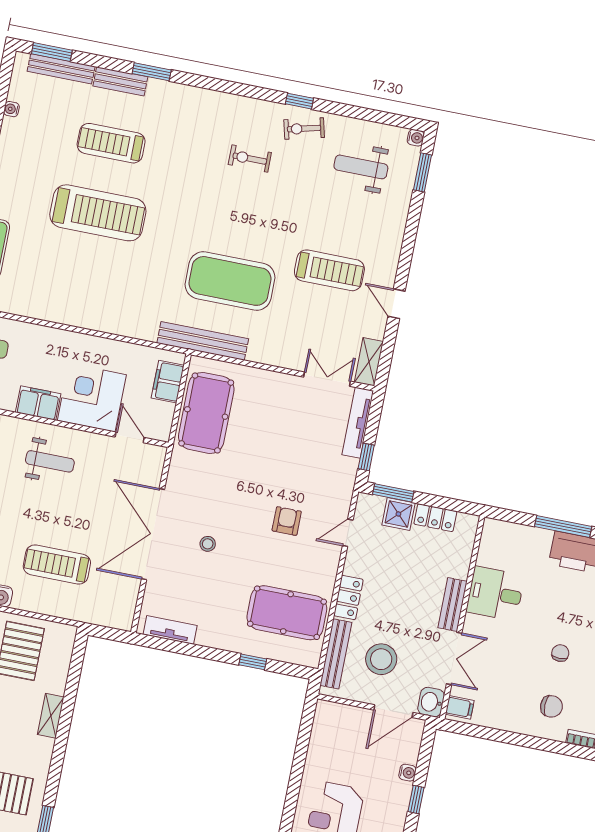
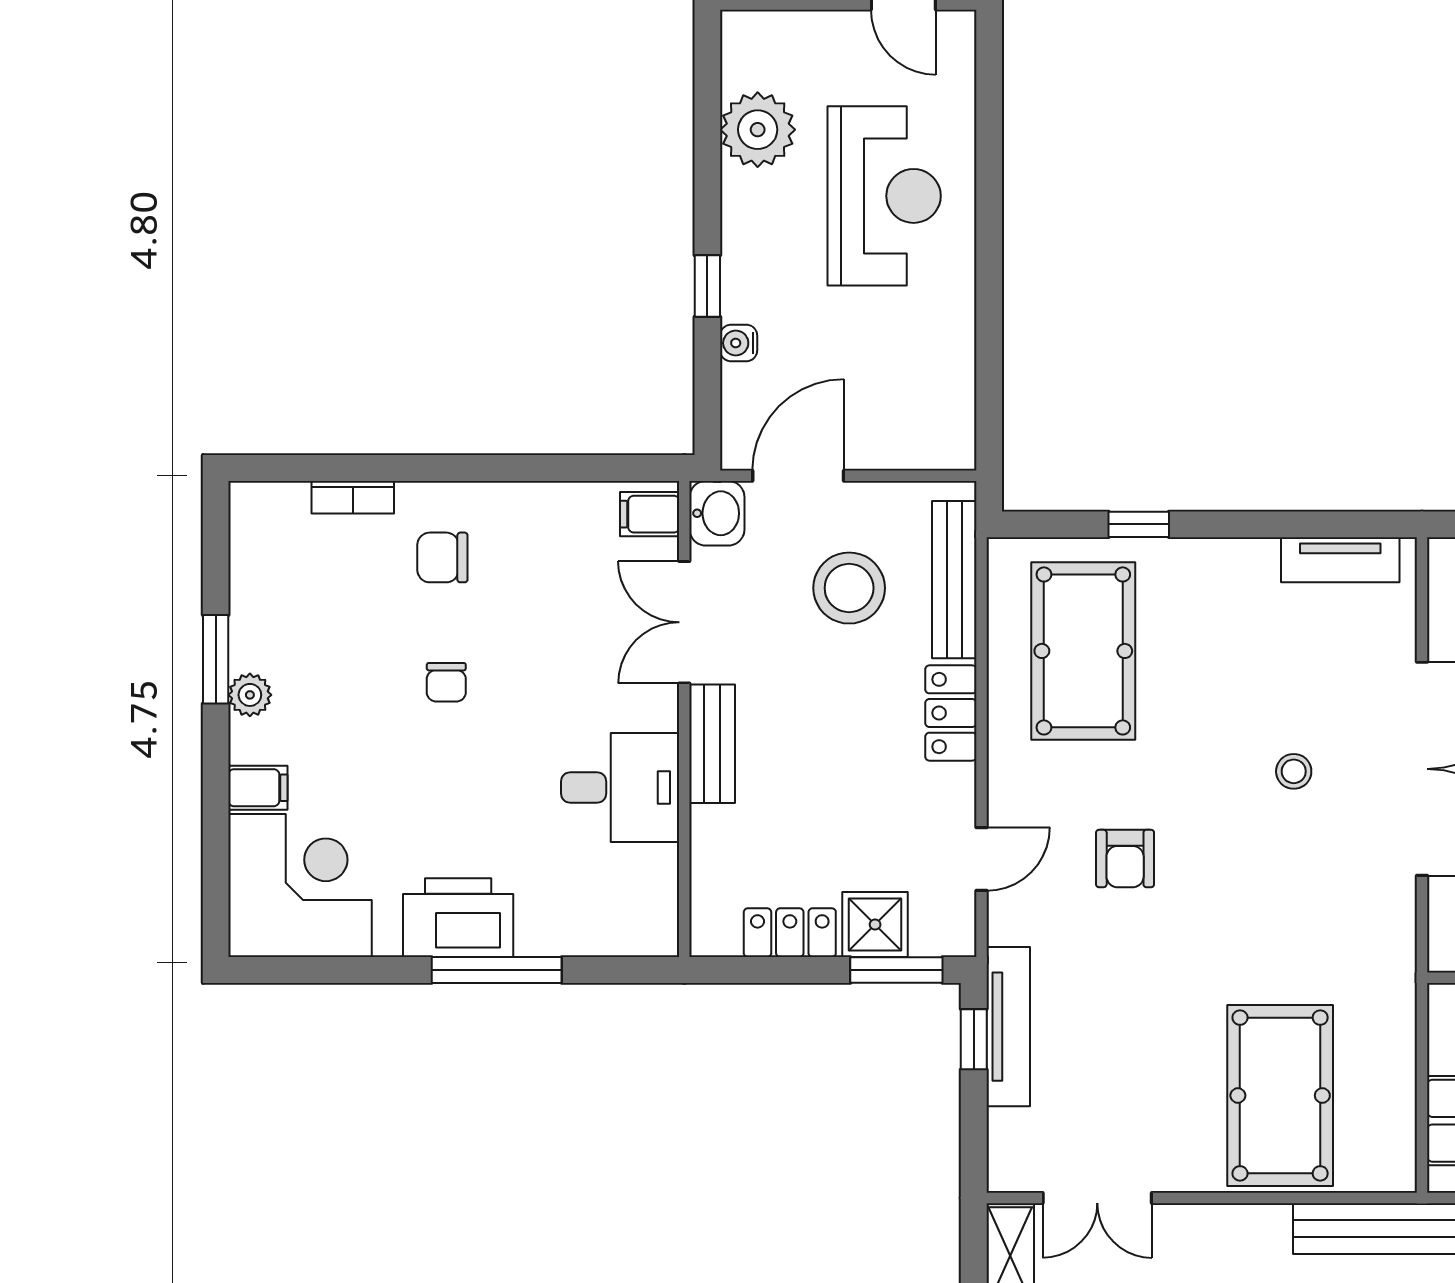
pool table: (206, 413) -> (1280, 1095), moved
tv unit: (358, 423) -> (1008, 1027), moved
pool table: (287, 613) -> (1083, 651), turned 90

